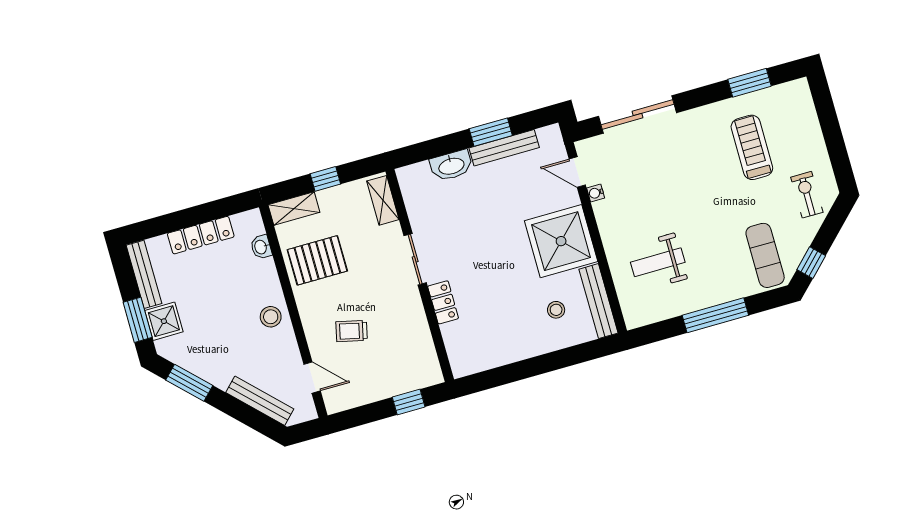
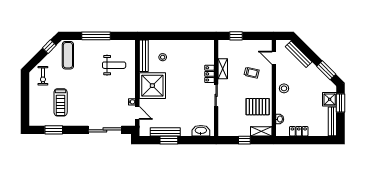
washbasin: (451, 166) -> (201, 131), moved
shelving: (383, 200) -> (223, 69), moved
locker: (201, 235) -> (299, 131), width x0.66

